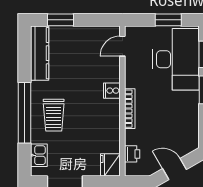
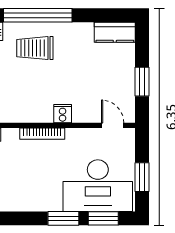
window: (61, 20) -> (142, 82), moved
kitchen counter: (40, 53) -> (115, 32), width x0.67

